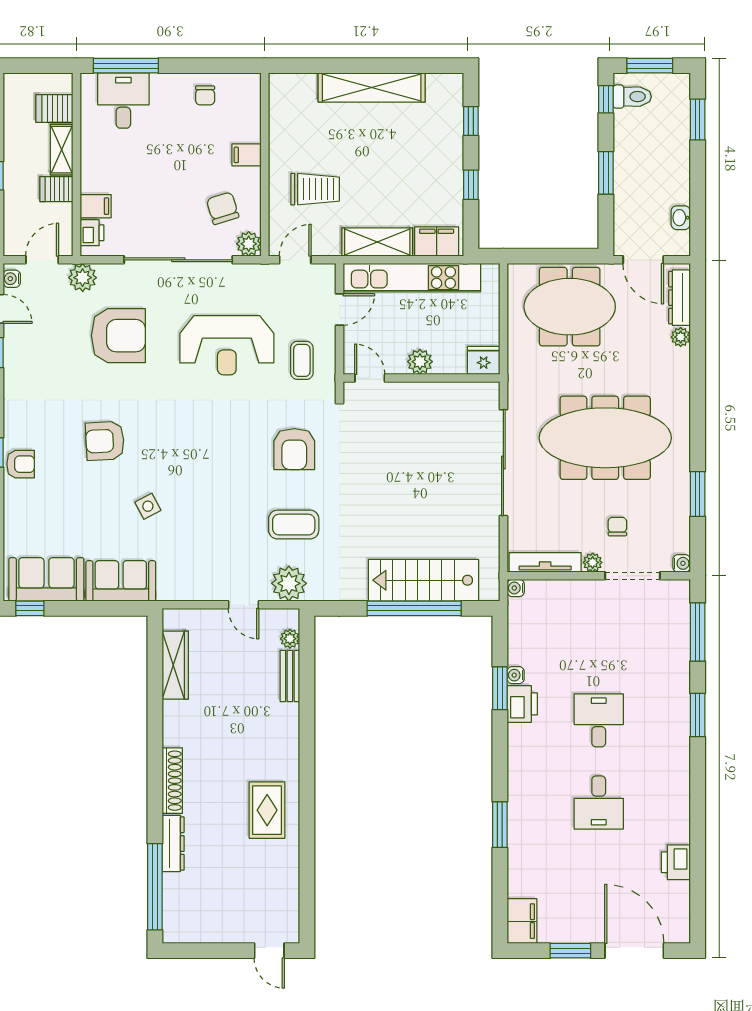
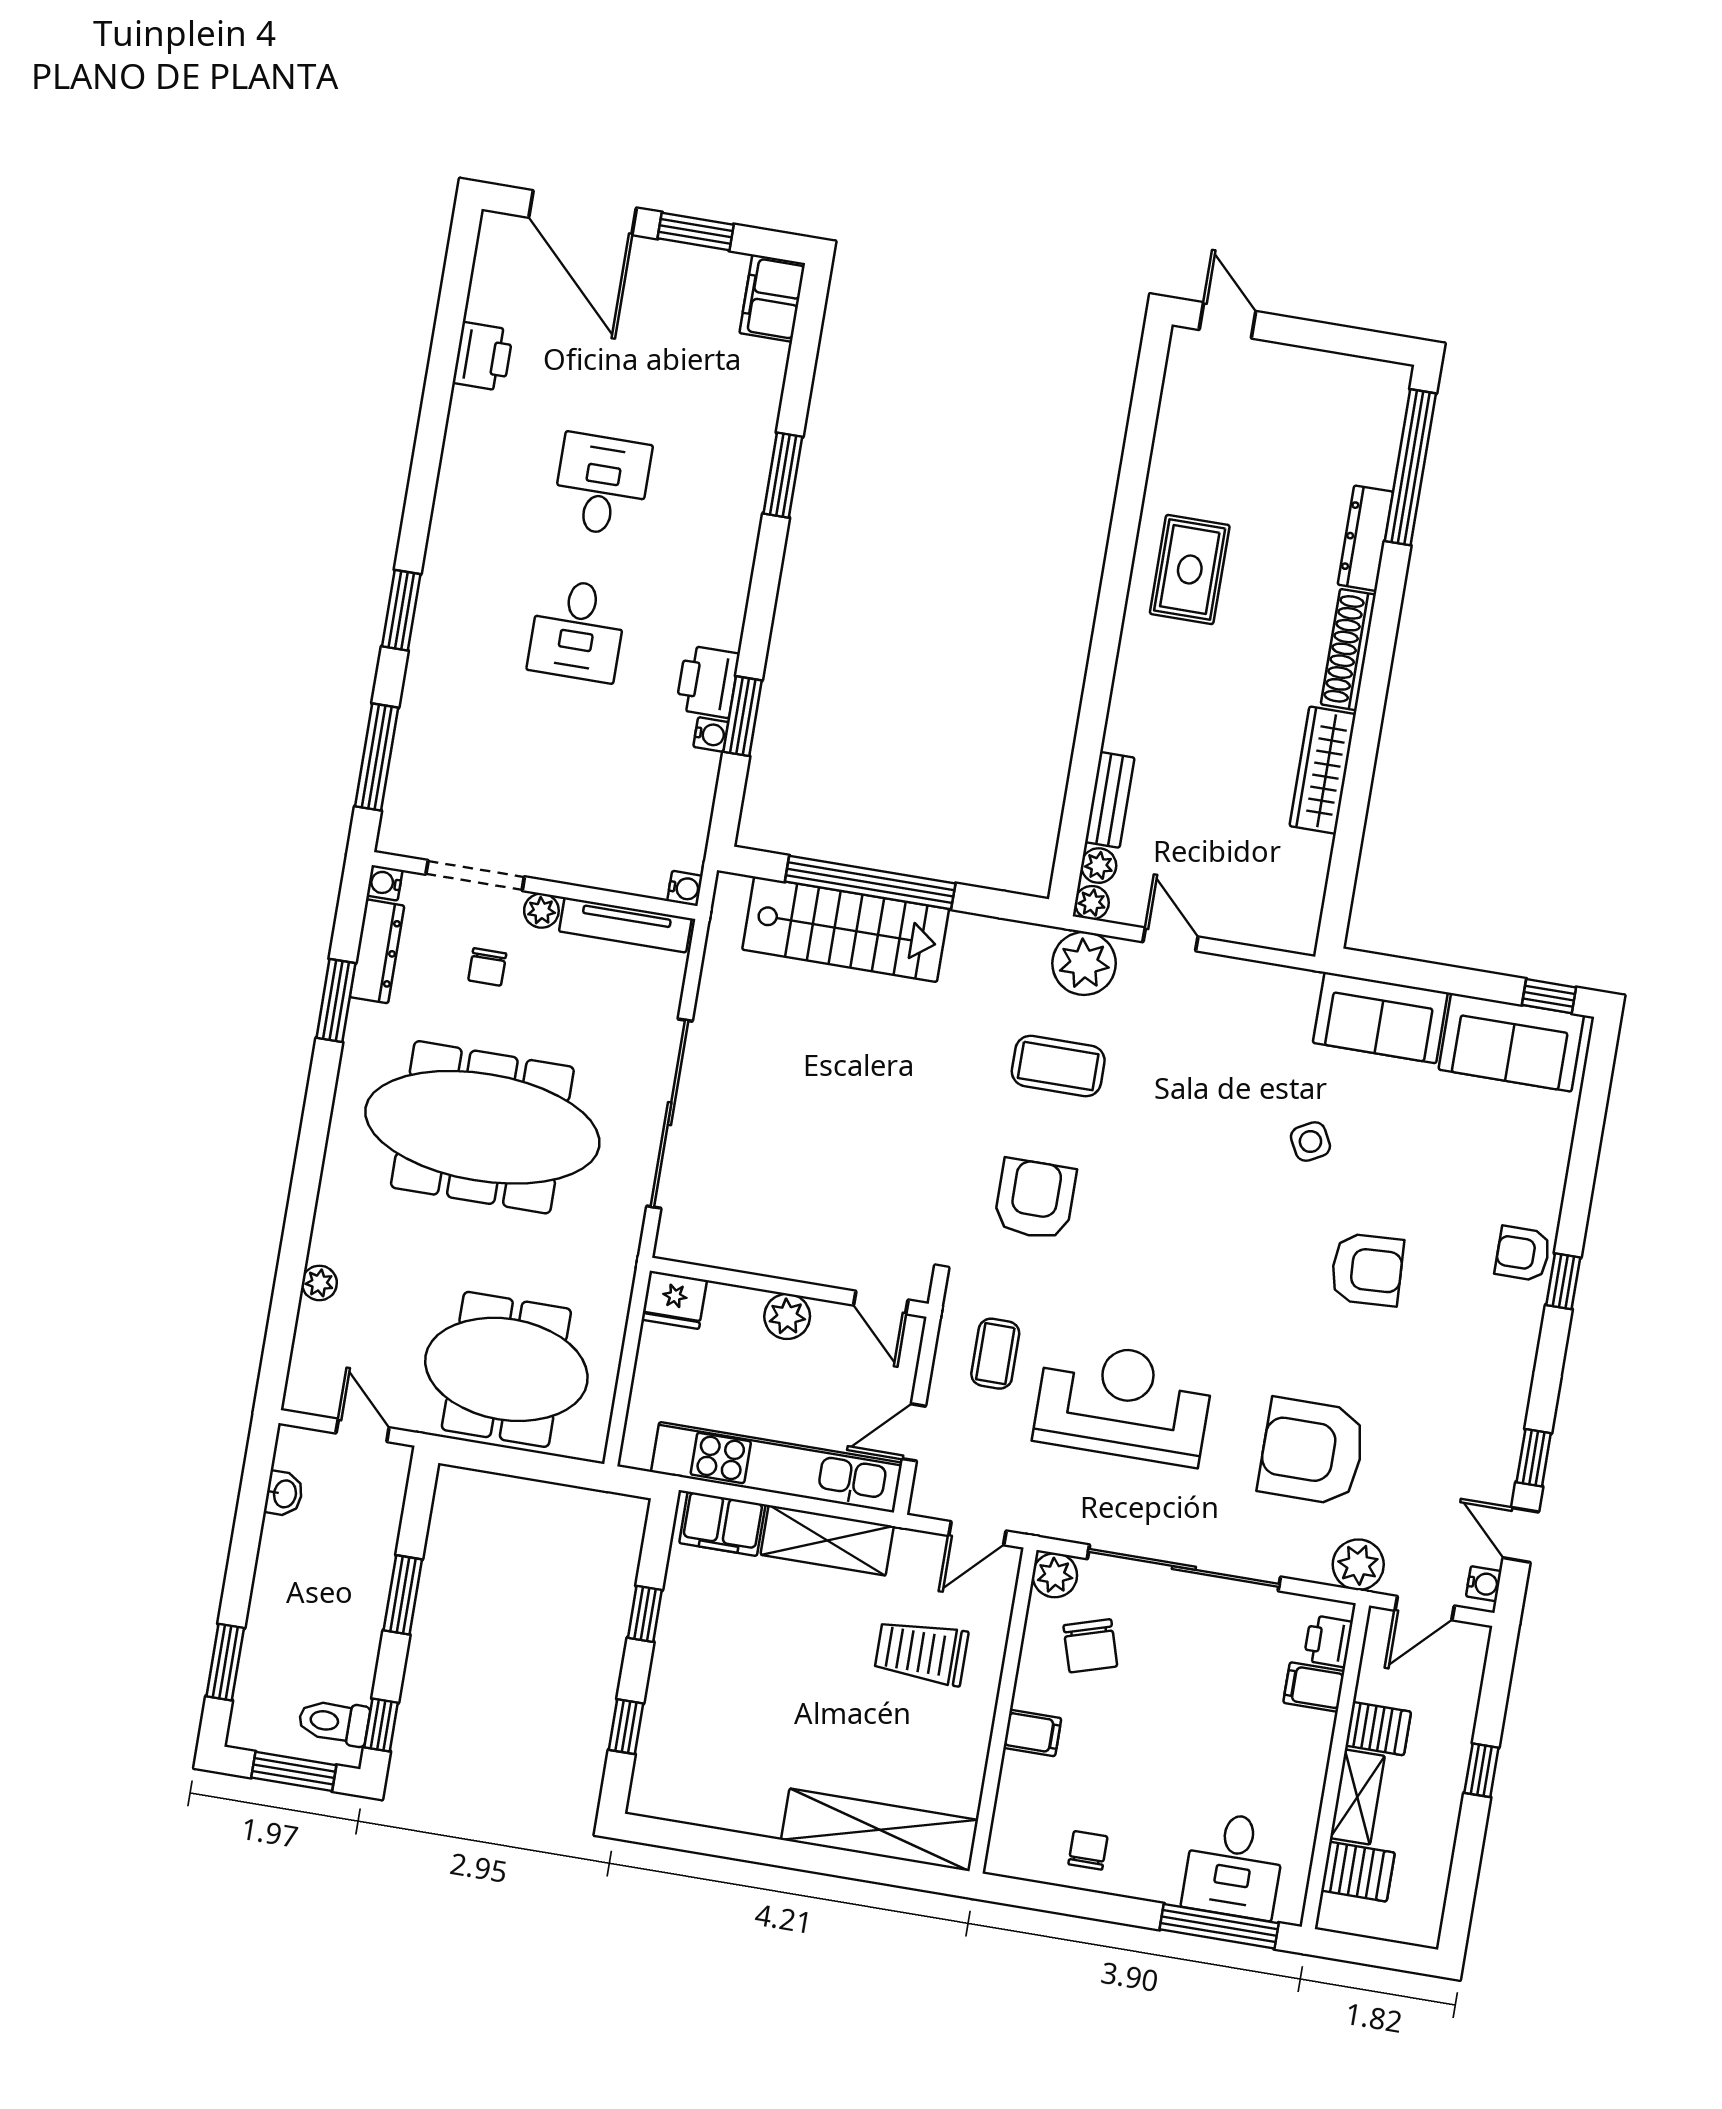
shelving: (372, 87) -> (880, 1830), moved
door: (643, 260) -> (363, 1430), width x0.73
dresser: (679, 298) -> (377, 951), moved
plant: (290, 618) -> (1092, 903), added
wardrobe: (175, 665) -> (1323, 770), moved

